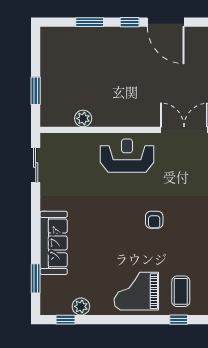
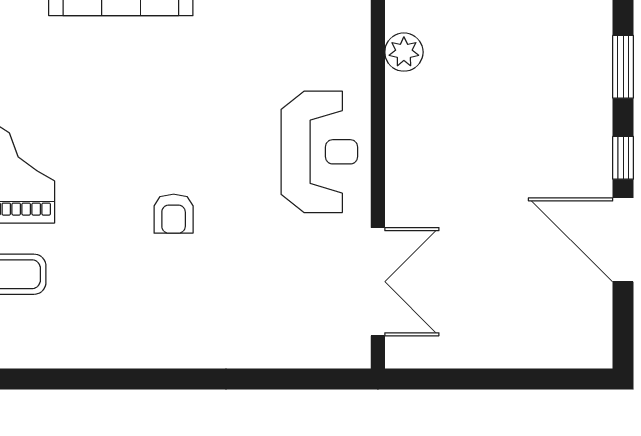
door: (166, 22) -> (623, 240), hinge flipped
armchair: (154, 220) -> (174, 214), turned -90

